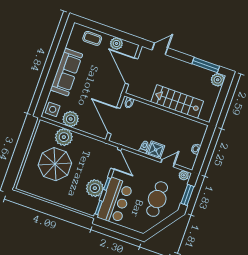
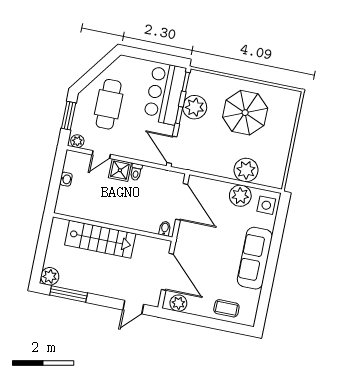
plant: (116, 43) -> (178, 303), moved
parasol: (55, 164) -> (245, 113), moved

